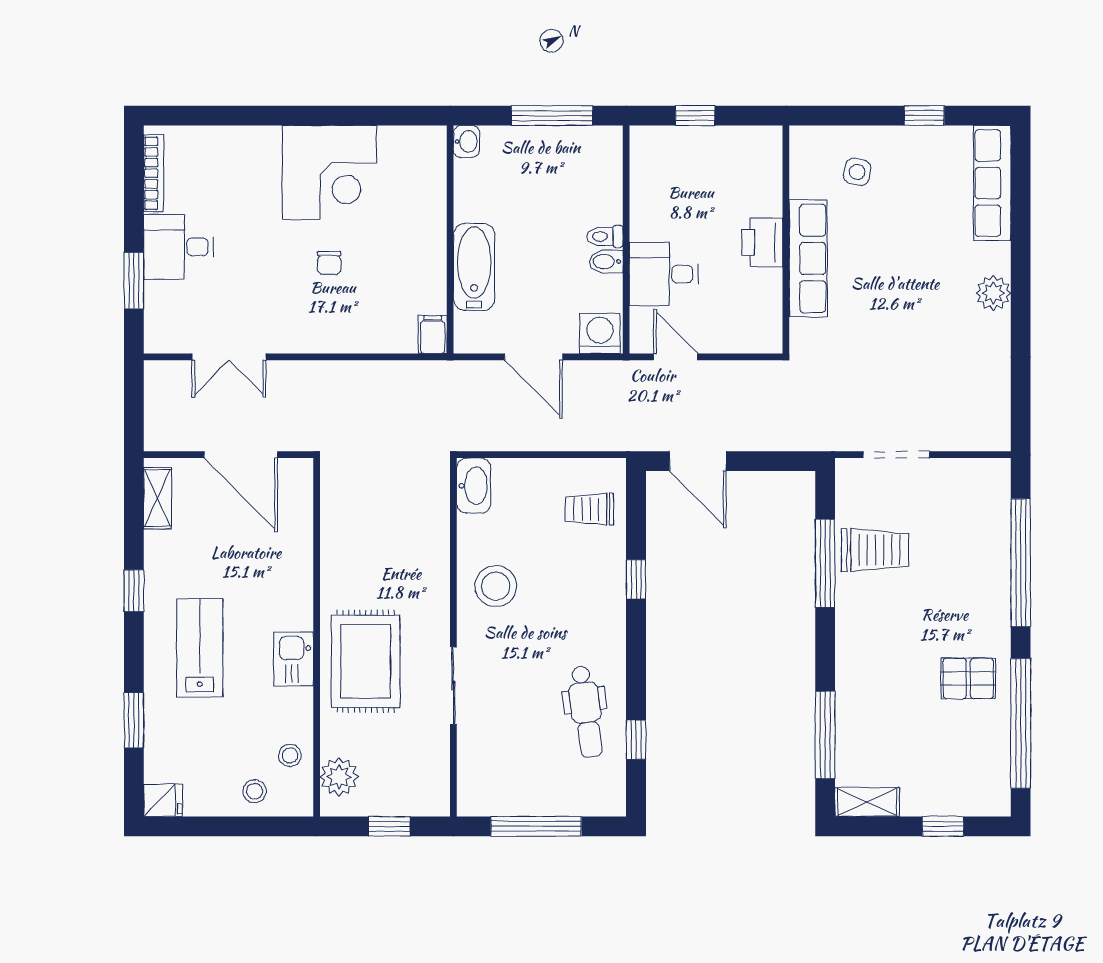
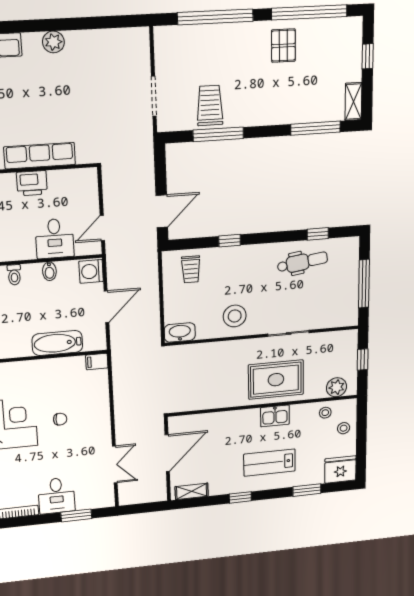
toilet: (605, 236) -> (14, 275), moved
fridge: (163, 800) -> (340, 469), width x1.88, depth x1.34

